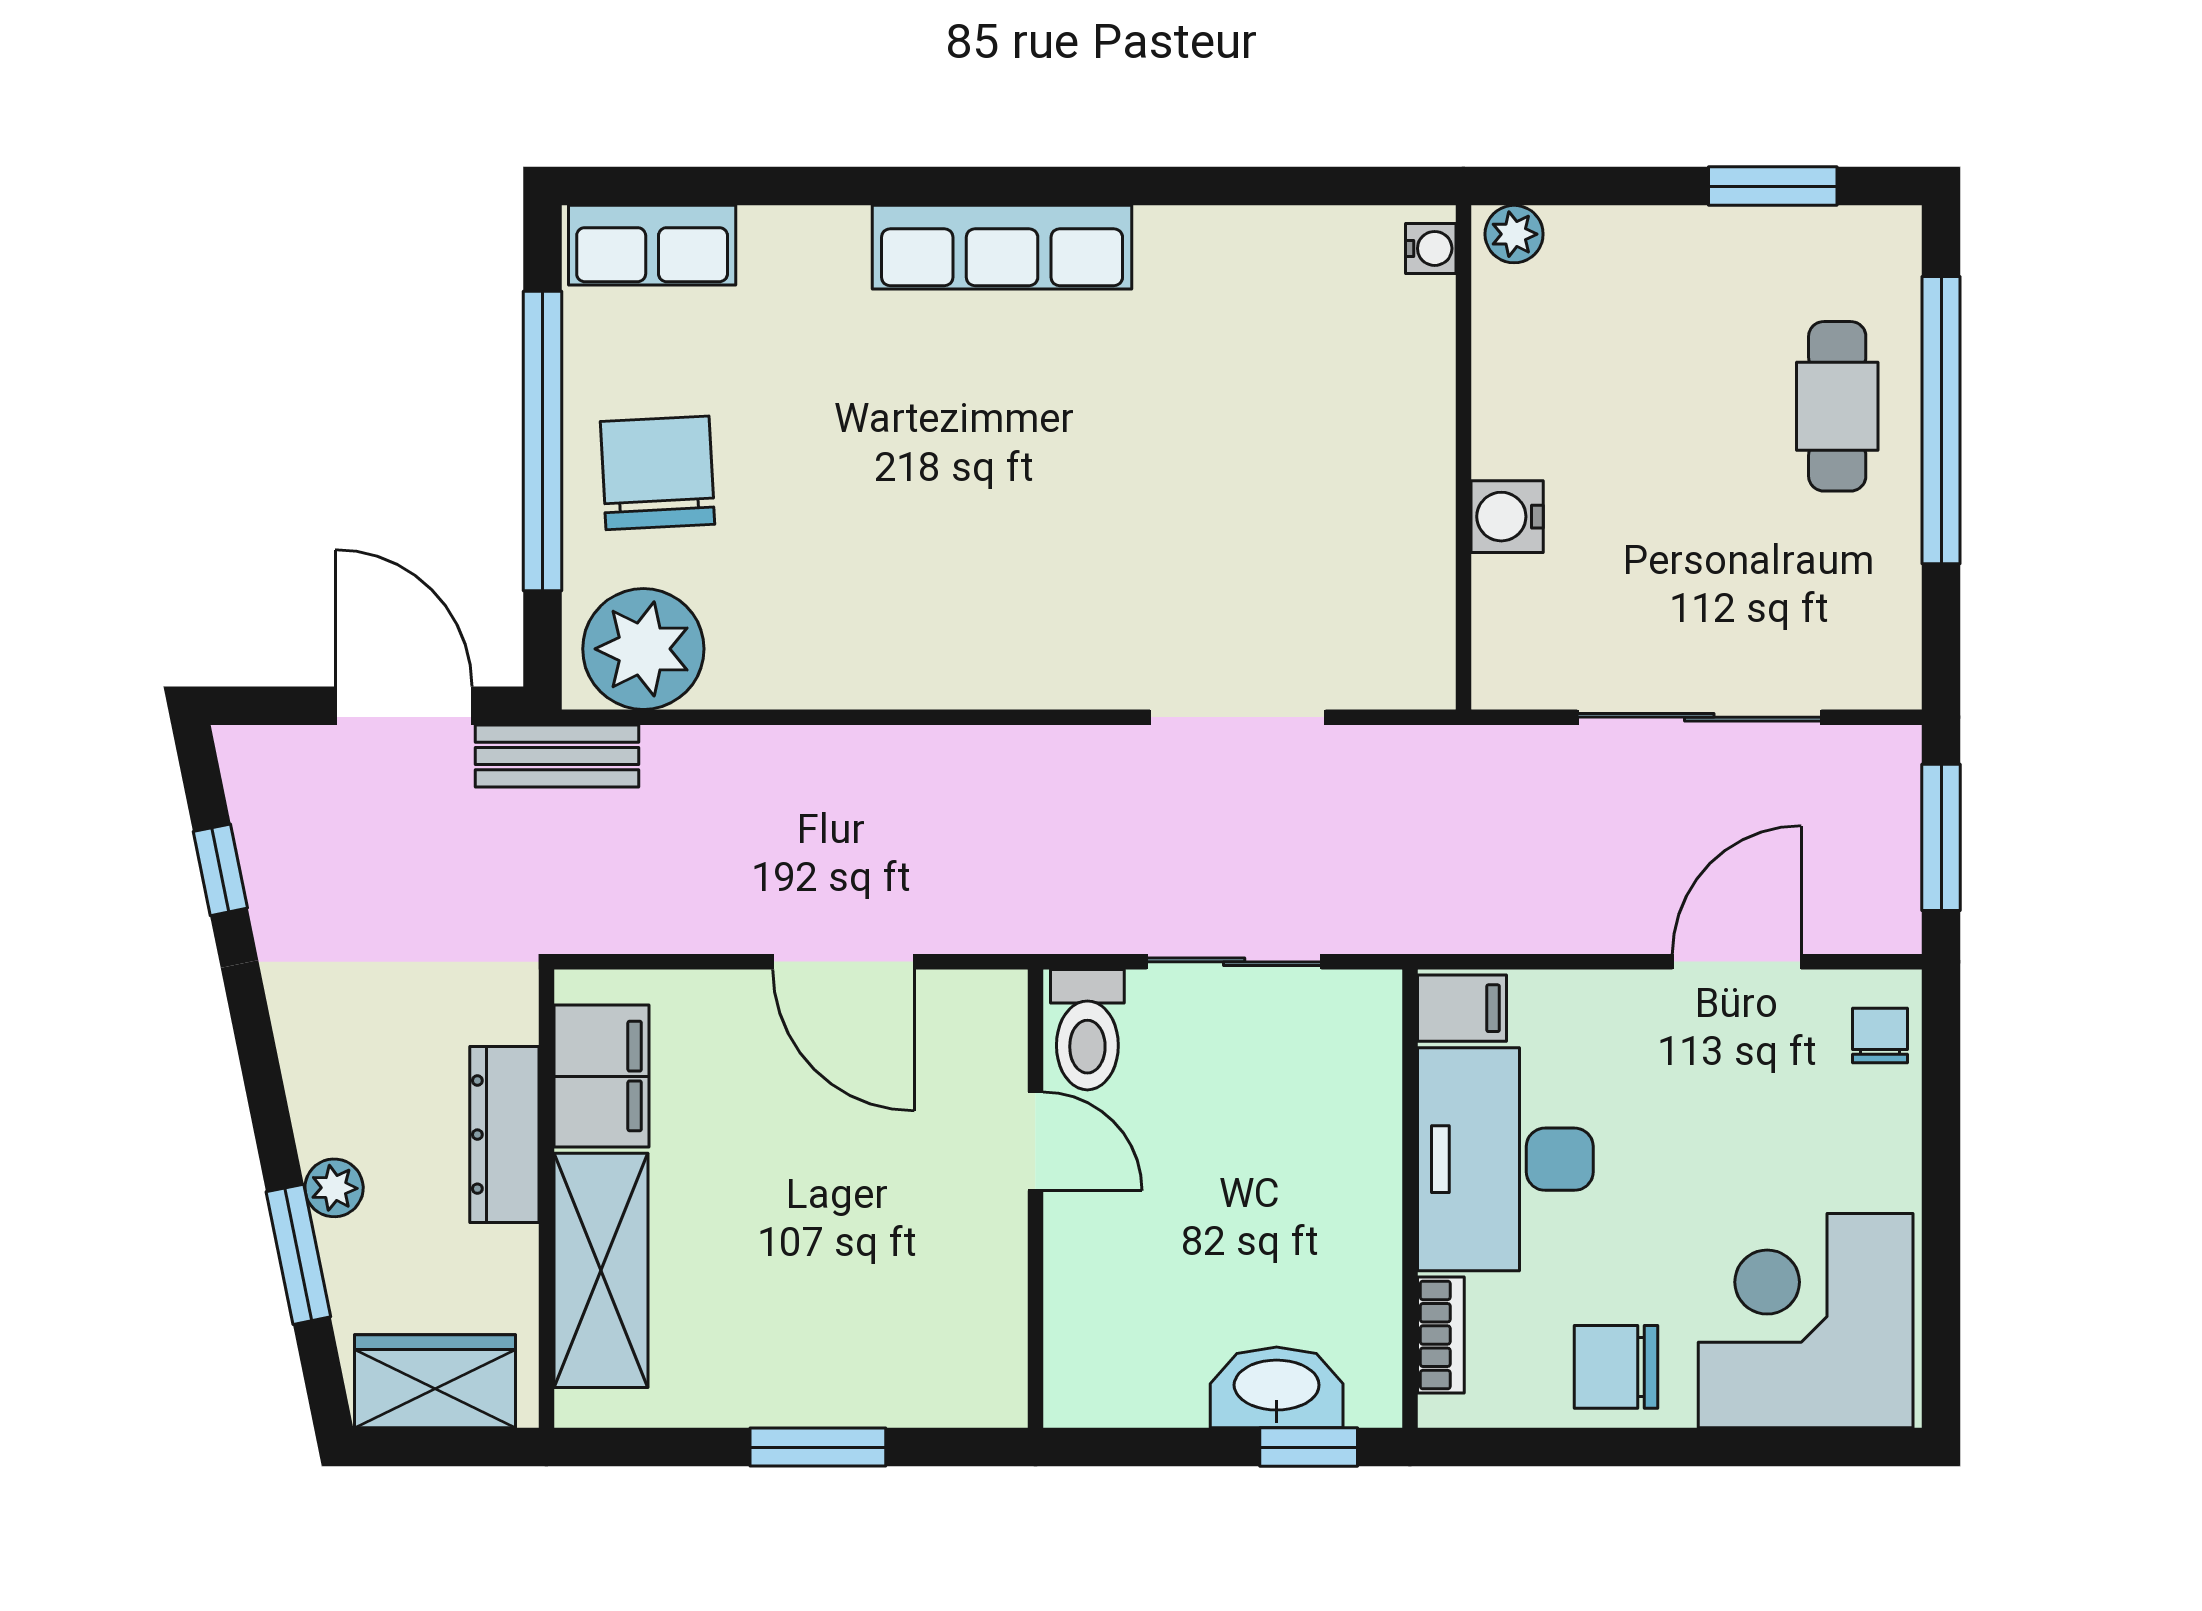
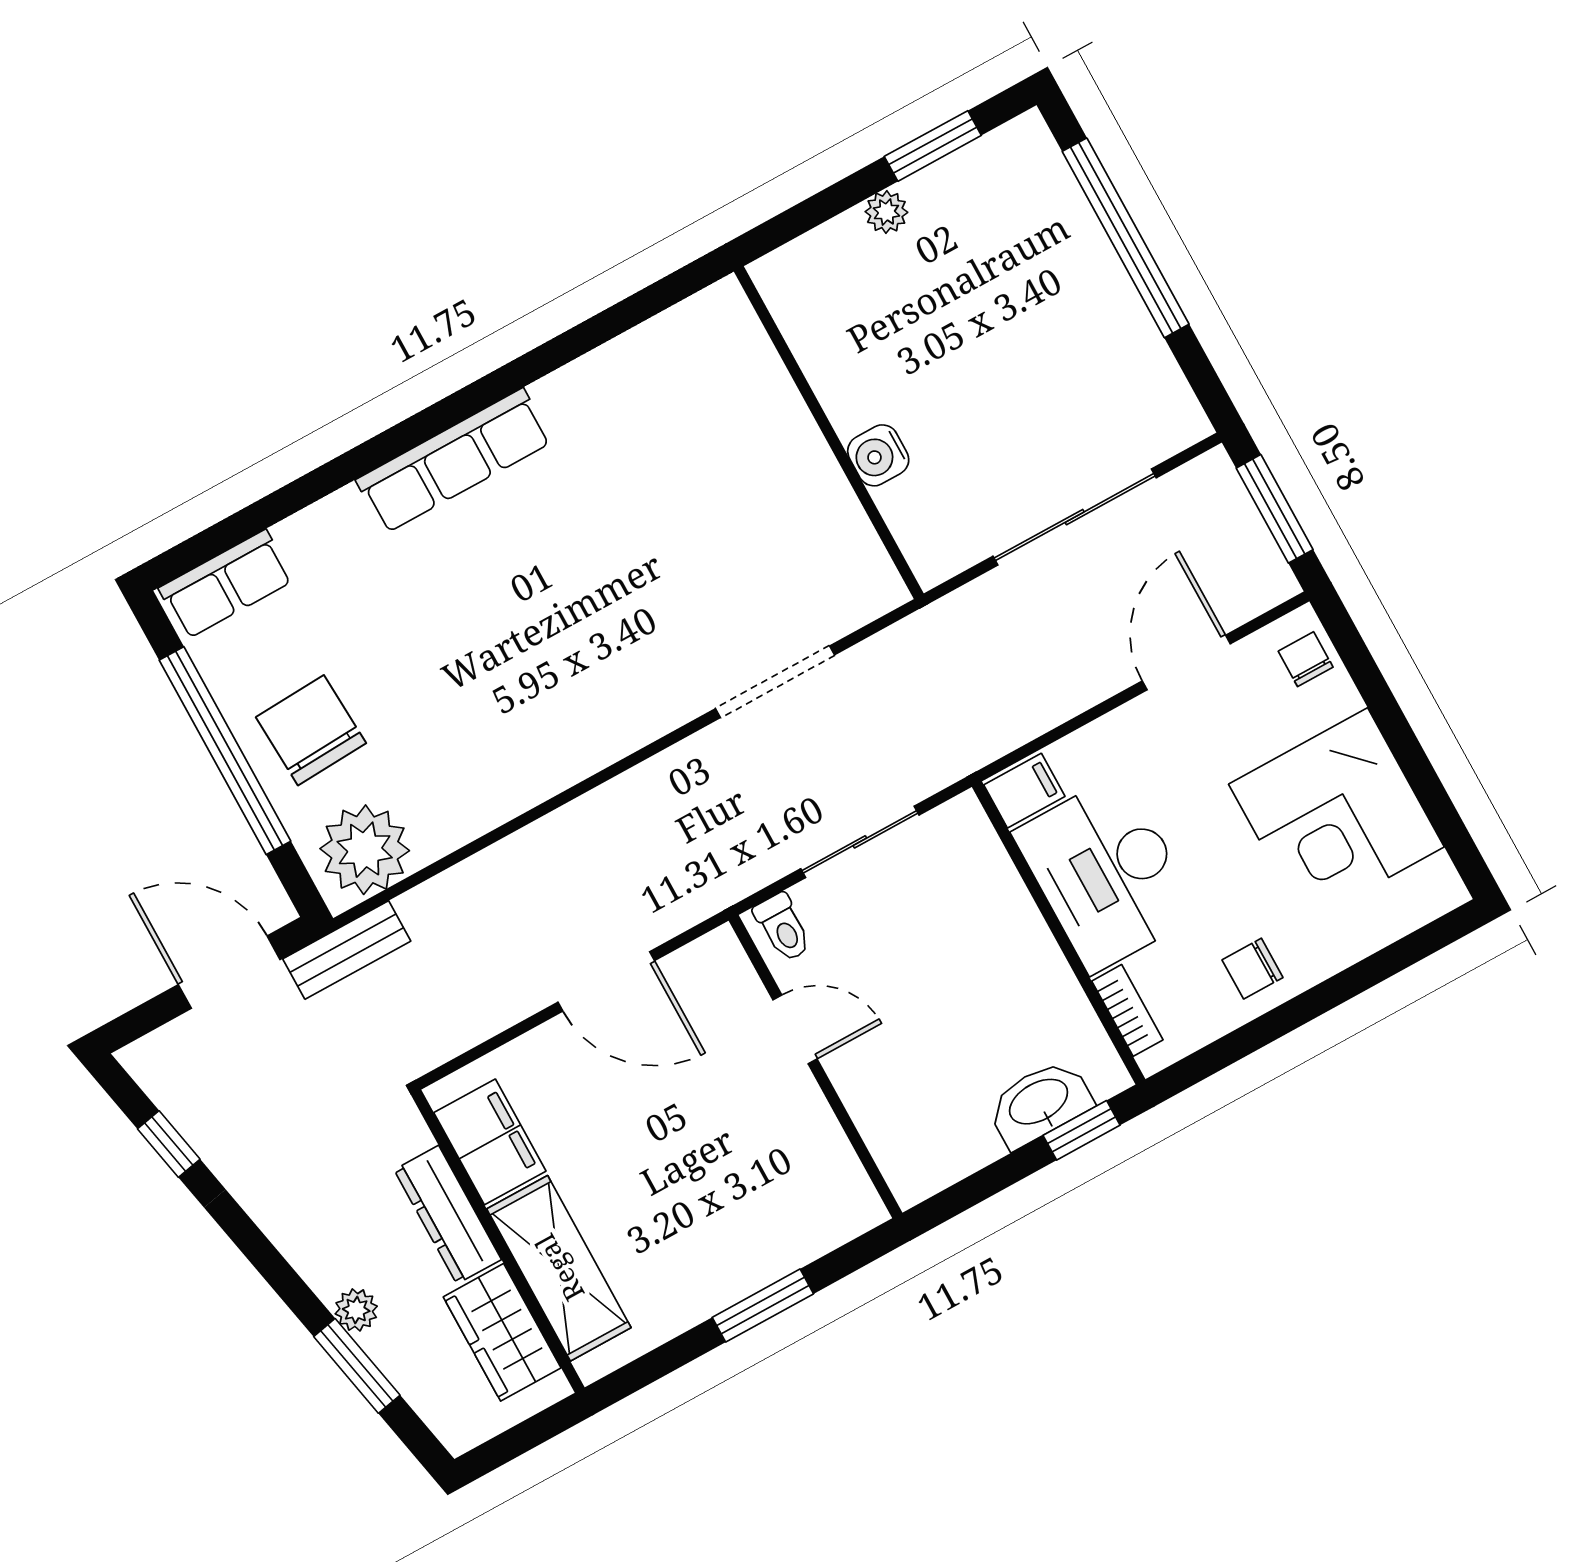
plant: (1514, 234) -> (886, 212), moved
water cooler: (1431, 248) -> (733, 309), removed
cafe table: (1837, 406) -> (1053, 266), removed
toilet: (1087, 1030) -> (783, 927), width x0.73, depth x0.72
corner desk: (1806, 1321) -> (1336, 816), moved, turned -90
chair: (1616, 1367) -> (1253, 969), width x0.73, depth x0.73
wardrobe: (435, 1381) -> (502, 1332), moved, turned -90

